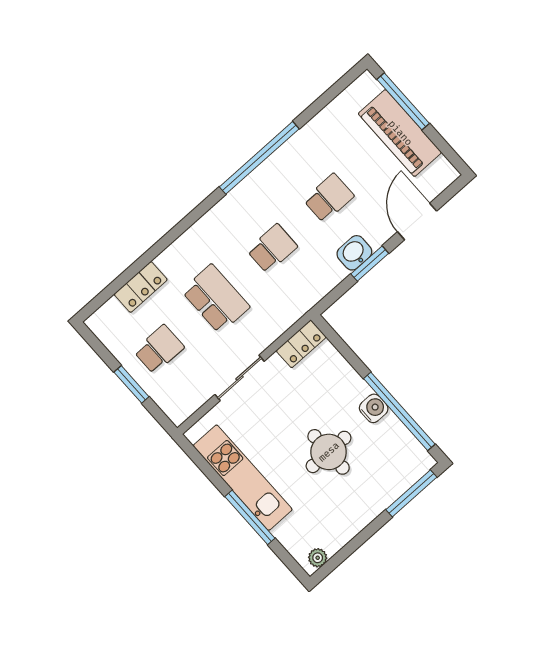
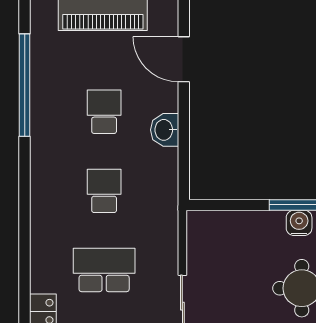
window: (259, 158) -> (25, 85), moved
window: (370, 264) -> (184, 125), removed
locker: (301, 344) -> (199, 235), removed

